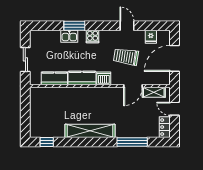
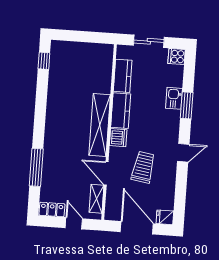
door: (127, 26) -> (183, 153), moved
cooker: (93, 37) -> (177, 56), moved
fridge: (151, 37) -> (165, 217), moved
door: (174, 109) -> (74, 223), hinge flipped
shelving: (90, 131) -> (100, 125), moved

